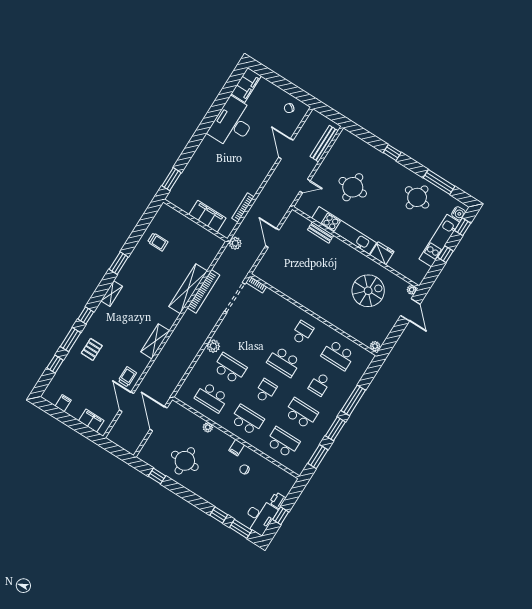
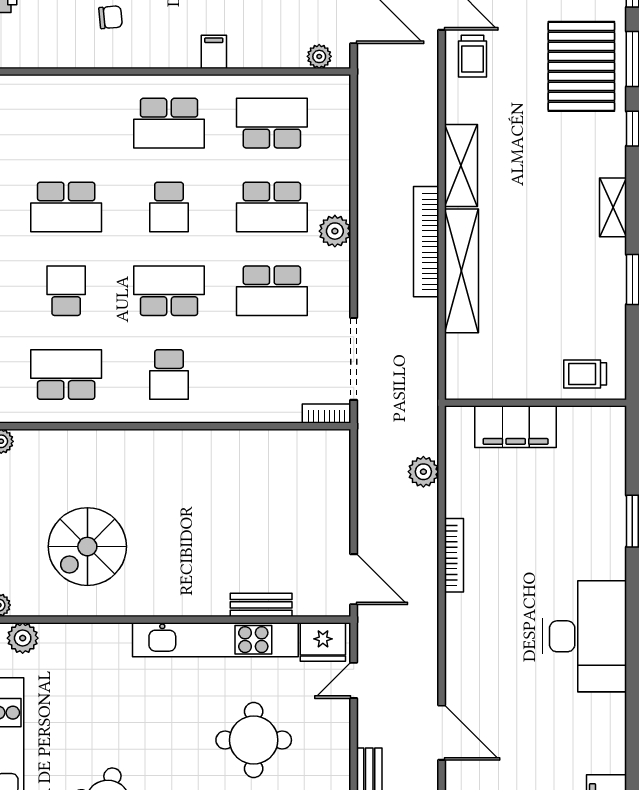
desk: (233, 123) -> (585, 636), moved
filing cabinet: (207, 216) -> (516, 427), moved
wall: (195, 220) -> (535, 403), moved
door: (272, 238) -> (354, 579), moved
fridge: (382, 253) -> (323, 642), moved
plant: (411, 273) -> (23, 638), added
shelving: (188, 289) -> (461, 271), moved
bookcase: (204, 291) -> (426, 242), moved
pallet: (92, 349) -> (581, 66), width x2.05, depth x2.00
plant: (208, 427) -> (319, 56), moved
school desk: (283, 442) -> (272, 291), moved
filing cabinet: (237, 448) -> (214, 52), moved

